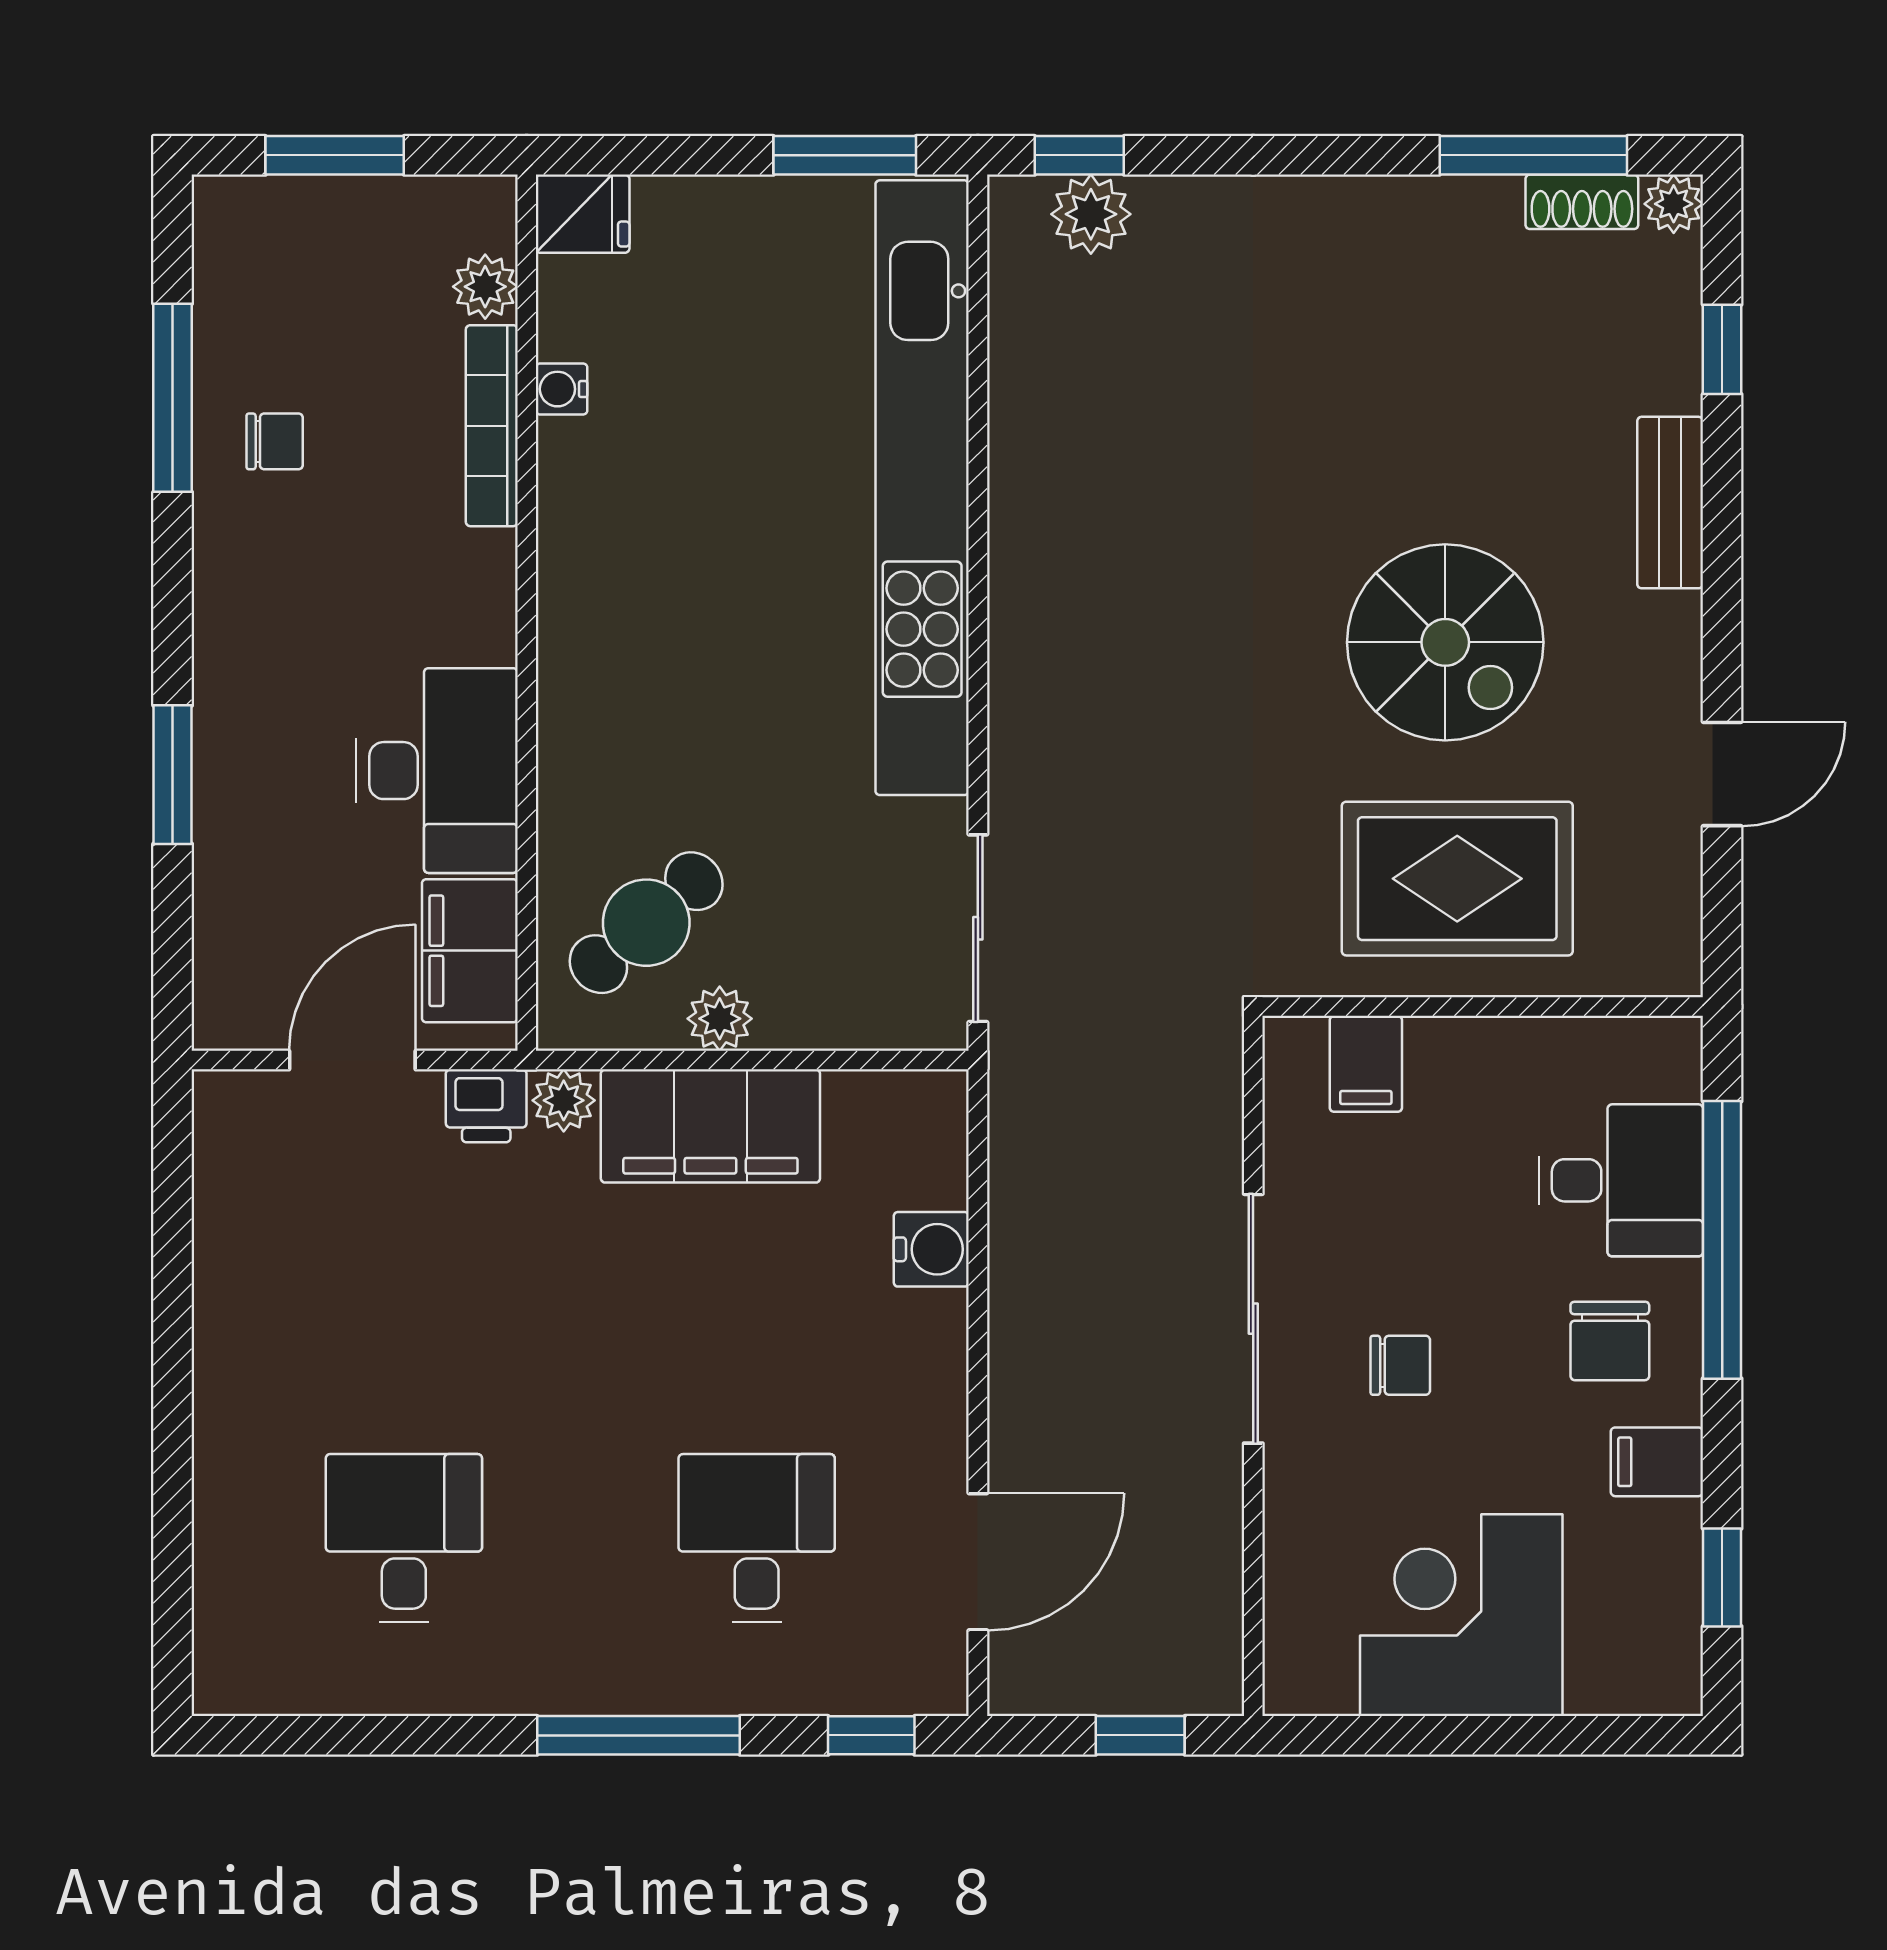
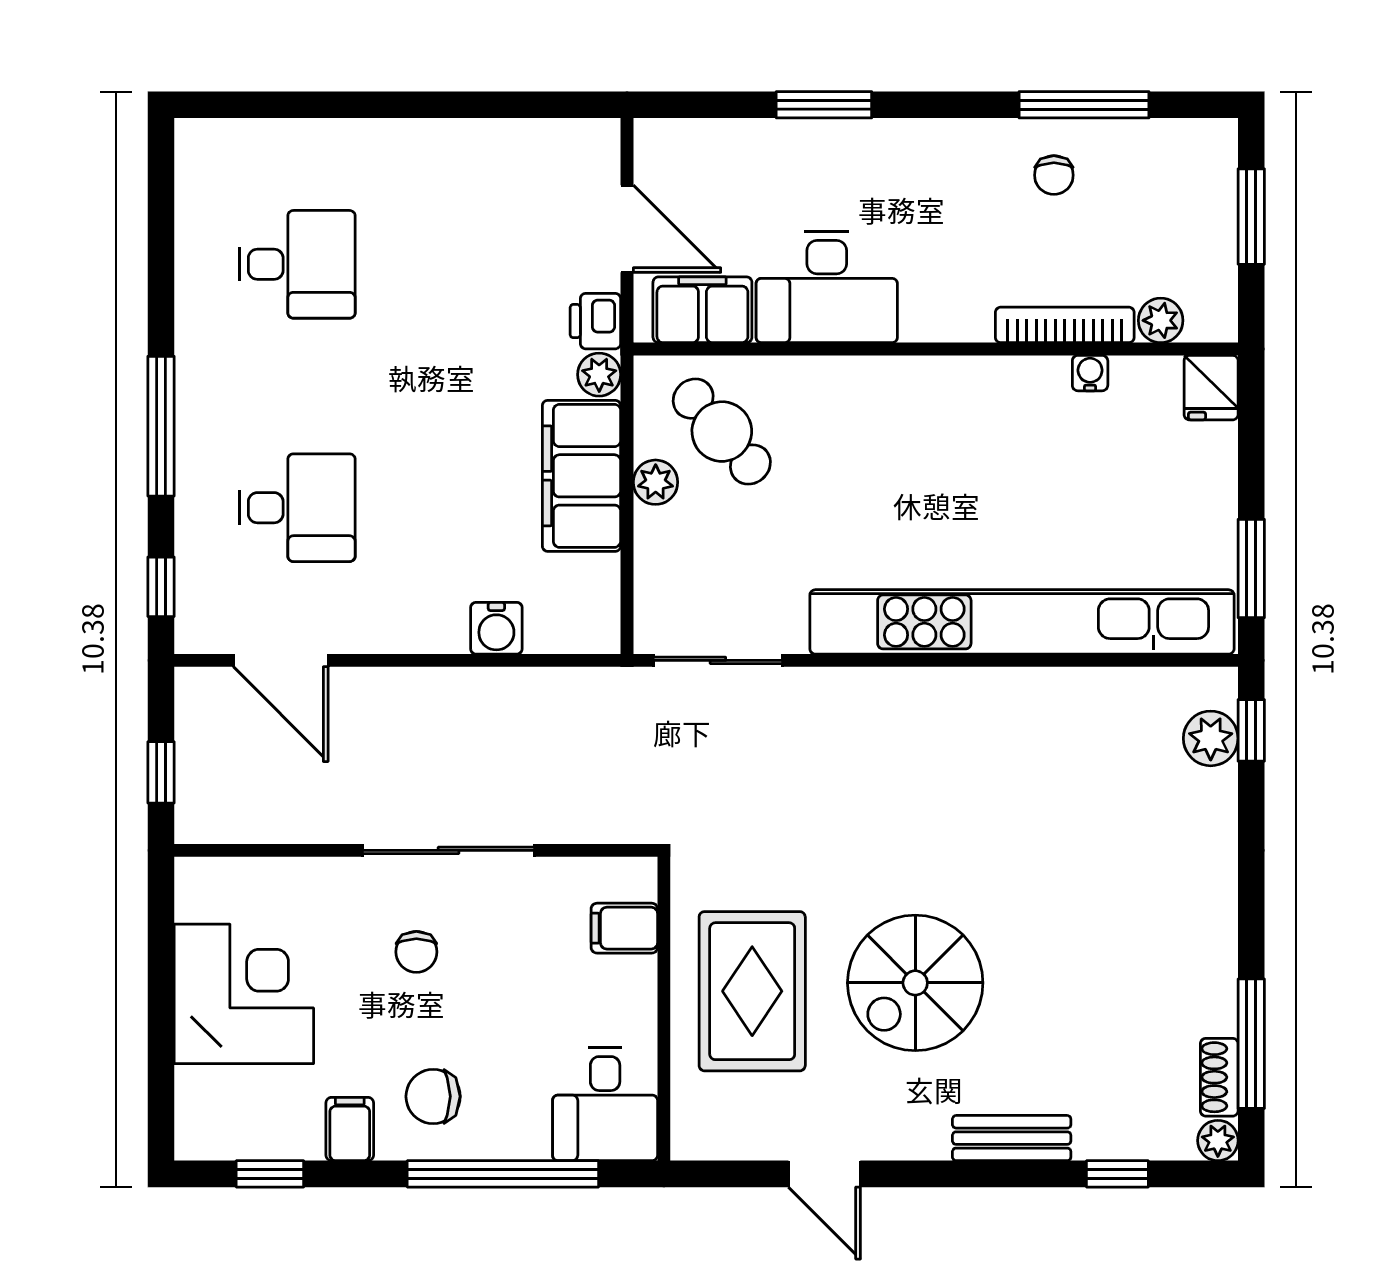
desk: (1621, 1180) -> (605, 1104), moved

